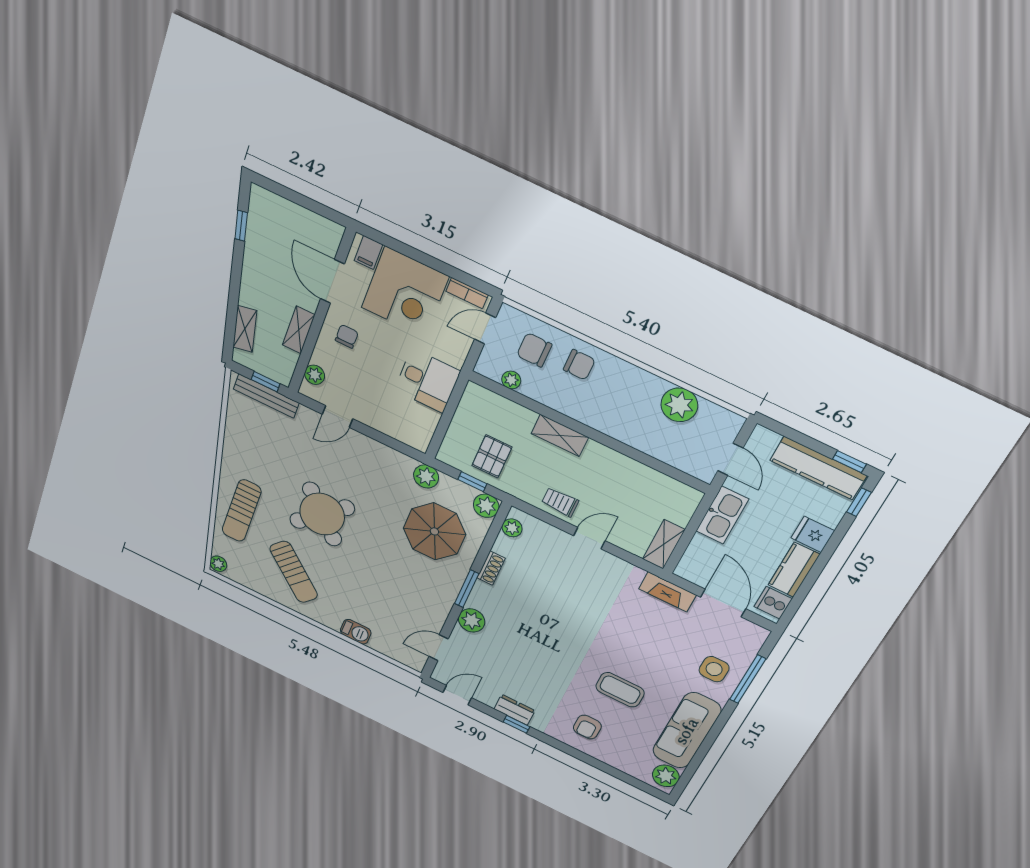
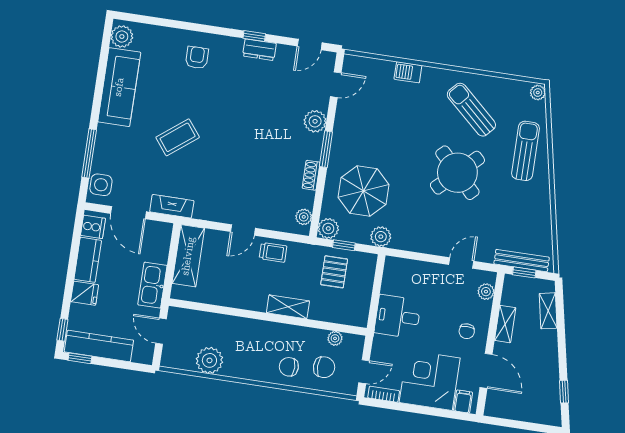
shelving: (664, 544) -> (188, 256), width x1.50, depth x1.33
side table: (714, 669) -> (101, 185), moved
coffee table: (620, 690) -> (178, 137), moved, turned -38

